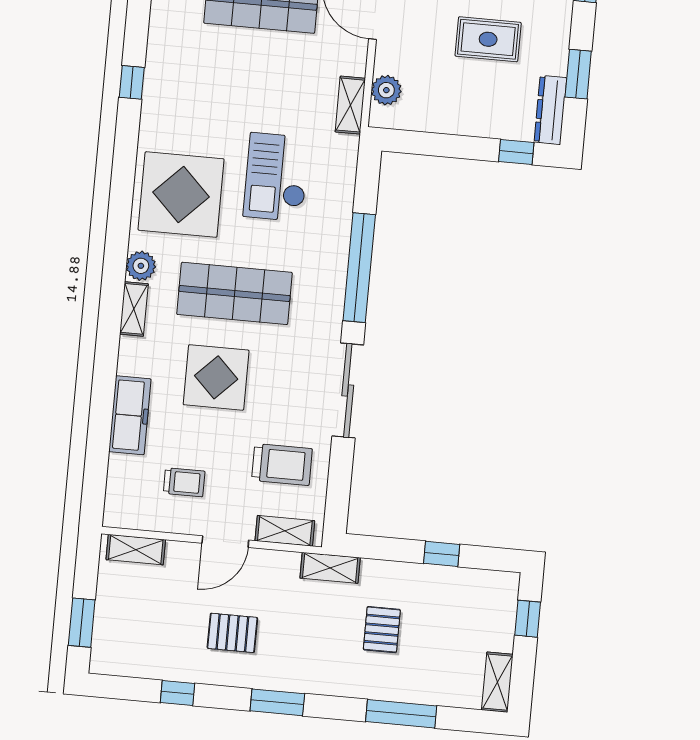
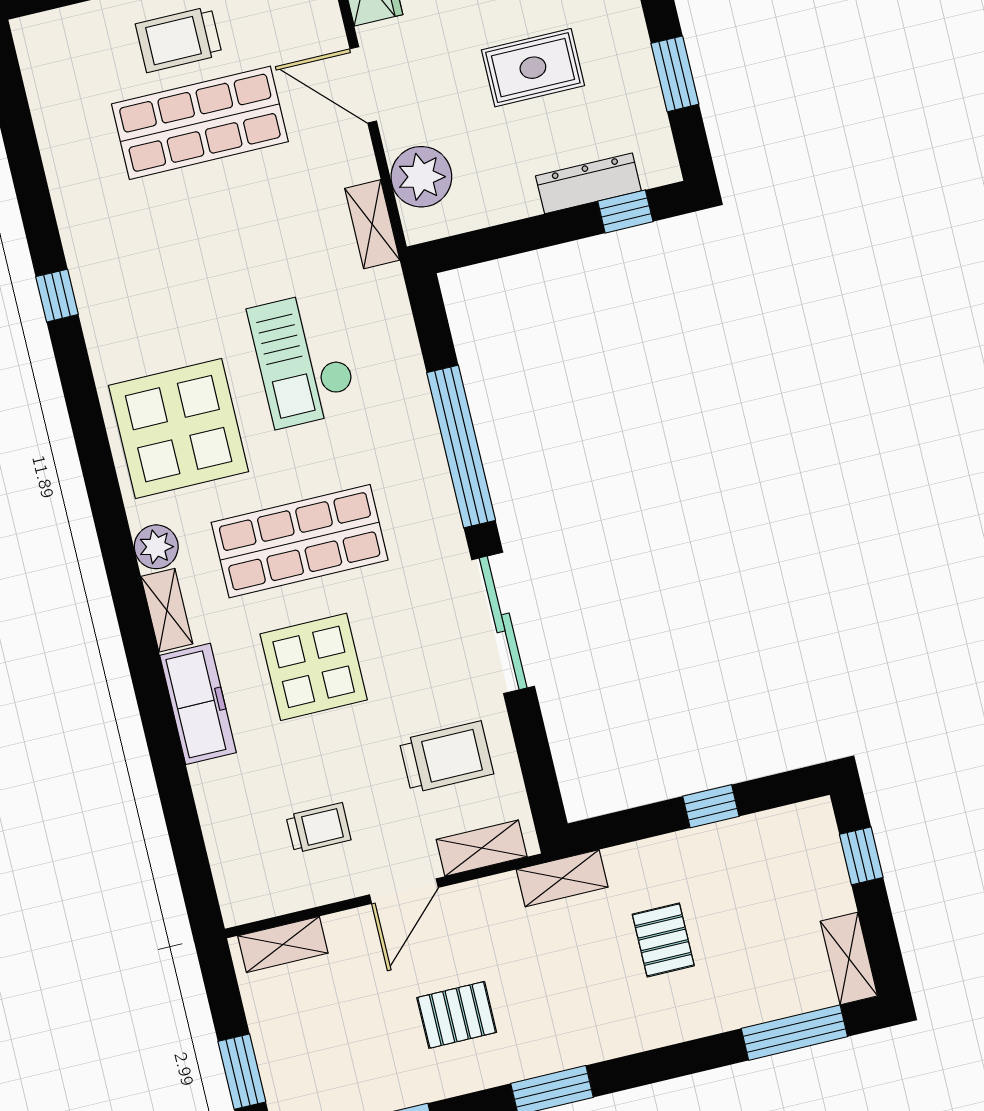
plant: (386, 90) -> (421, 177), width x1.36, depth x1.36
dresser: (550, 110) -> (588, 183), moved, turned 90
freezer: (130, 415) -> (198, 704), moved
window: (401, 714) -> (794, 1033), moved

